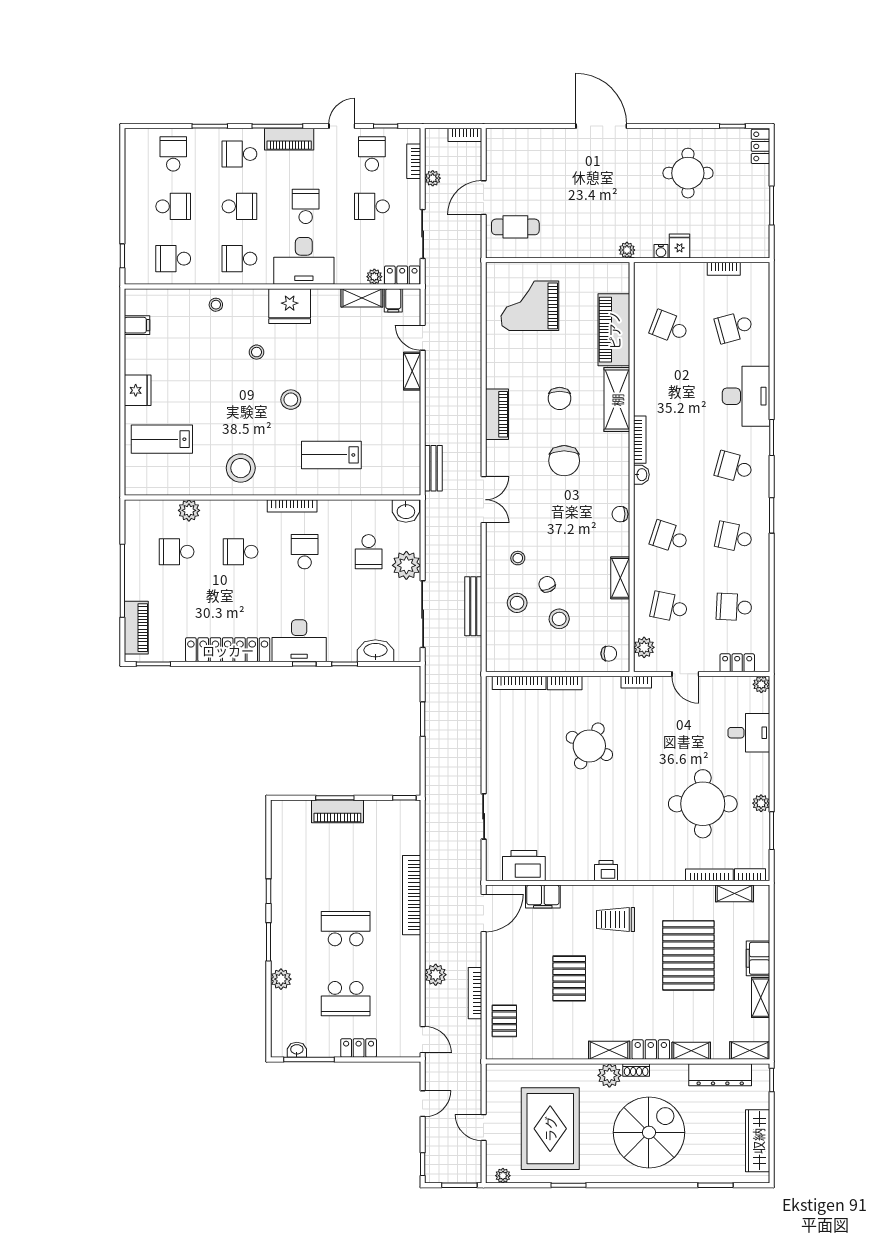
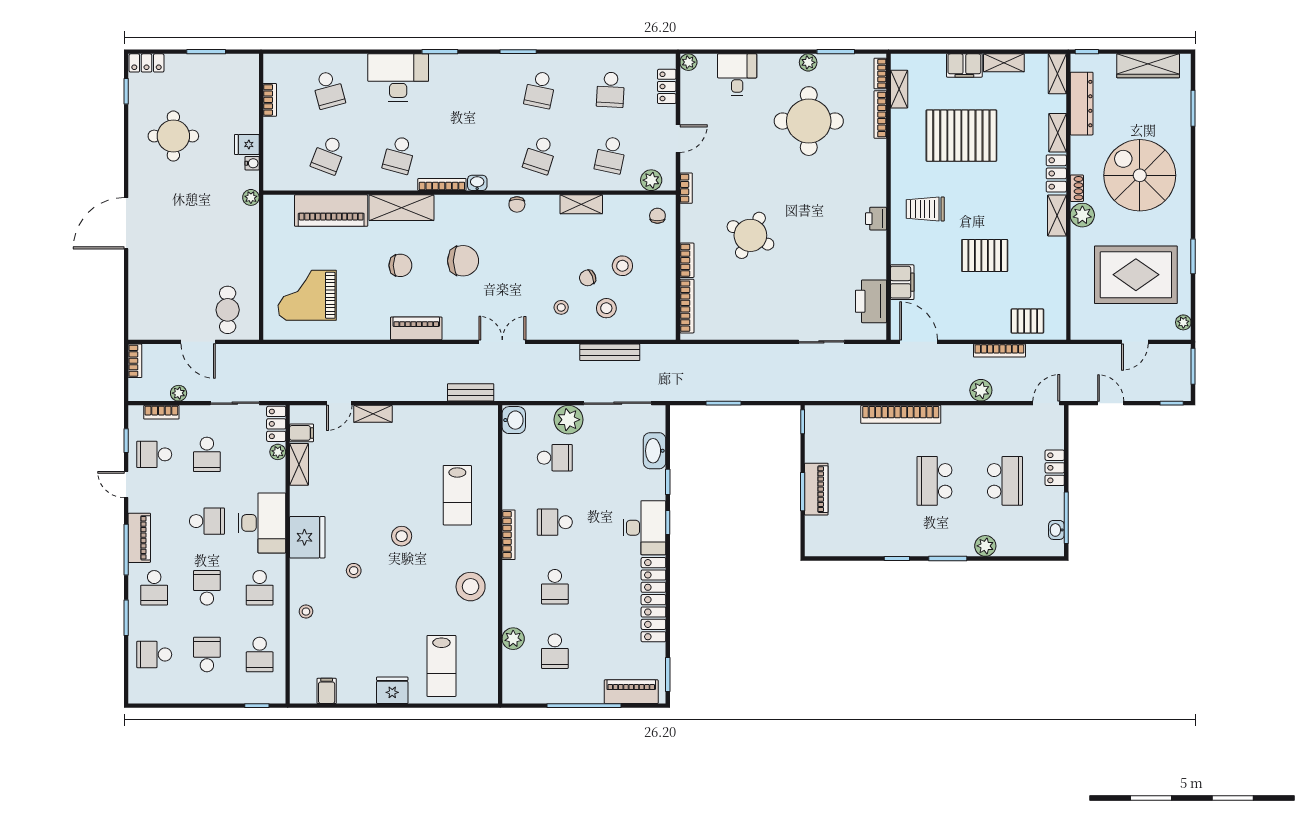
school desk: (306, 206) -> (207, 521), turned 180
grand piano: (530, 306) -> (307, 295), turned 90
school desk: (734, 467) -> (399, 155), moved
trolley: (615, 919) -> (925, 209), turned 90

